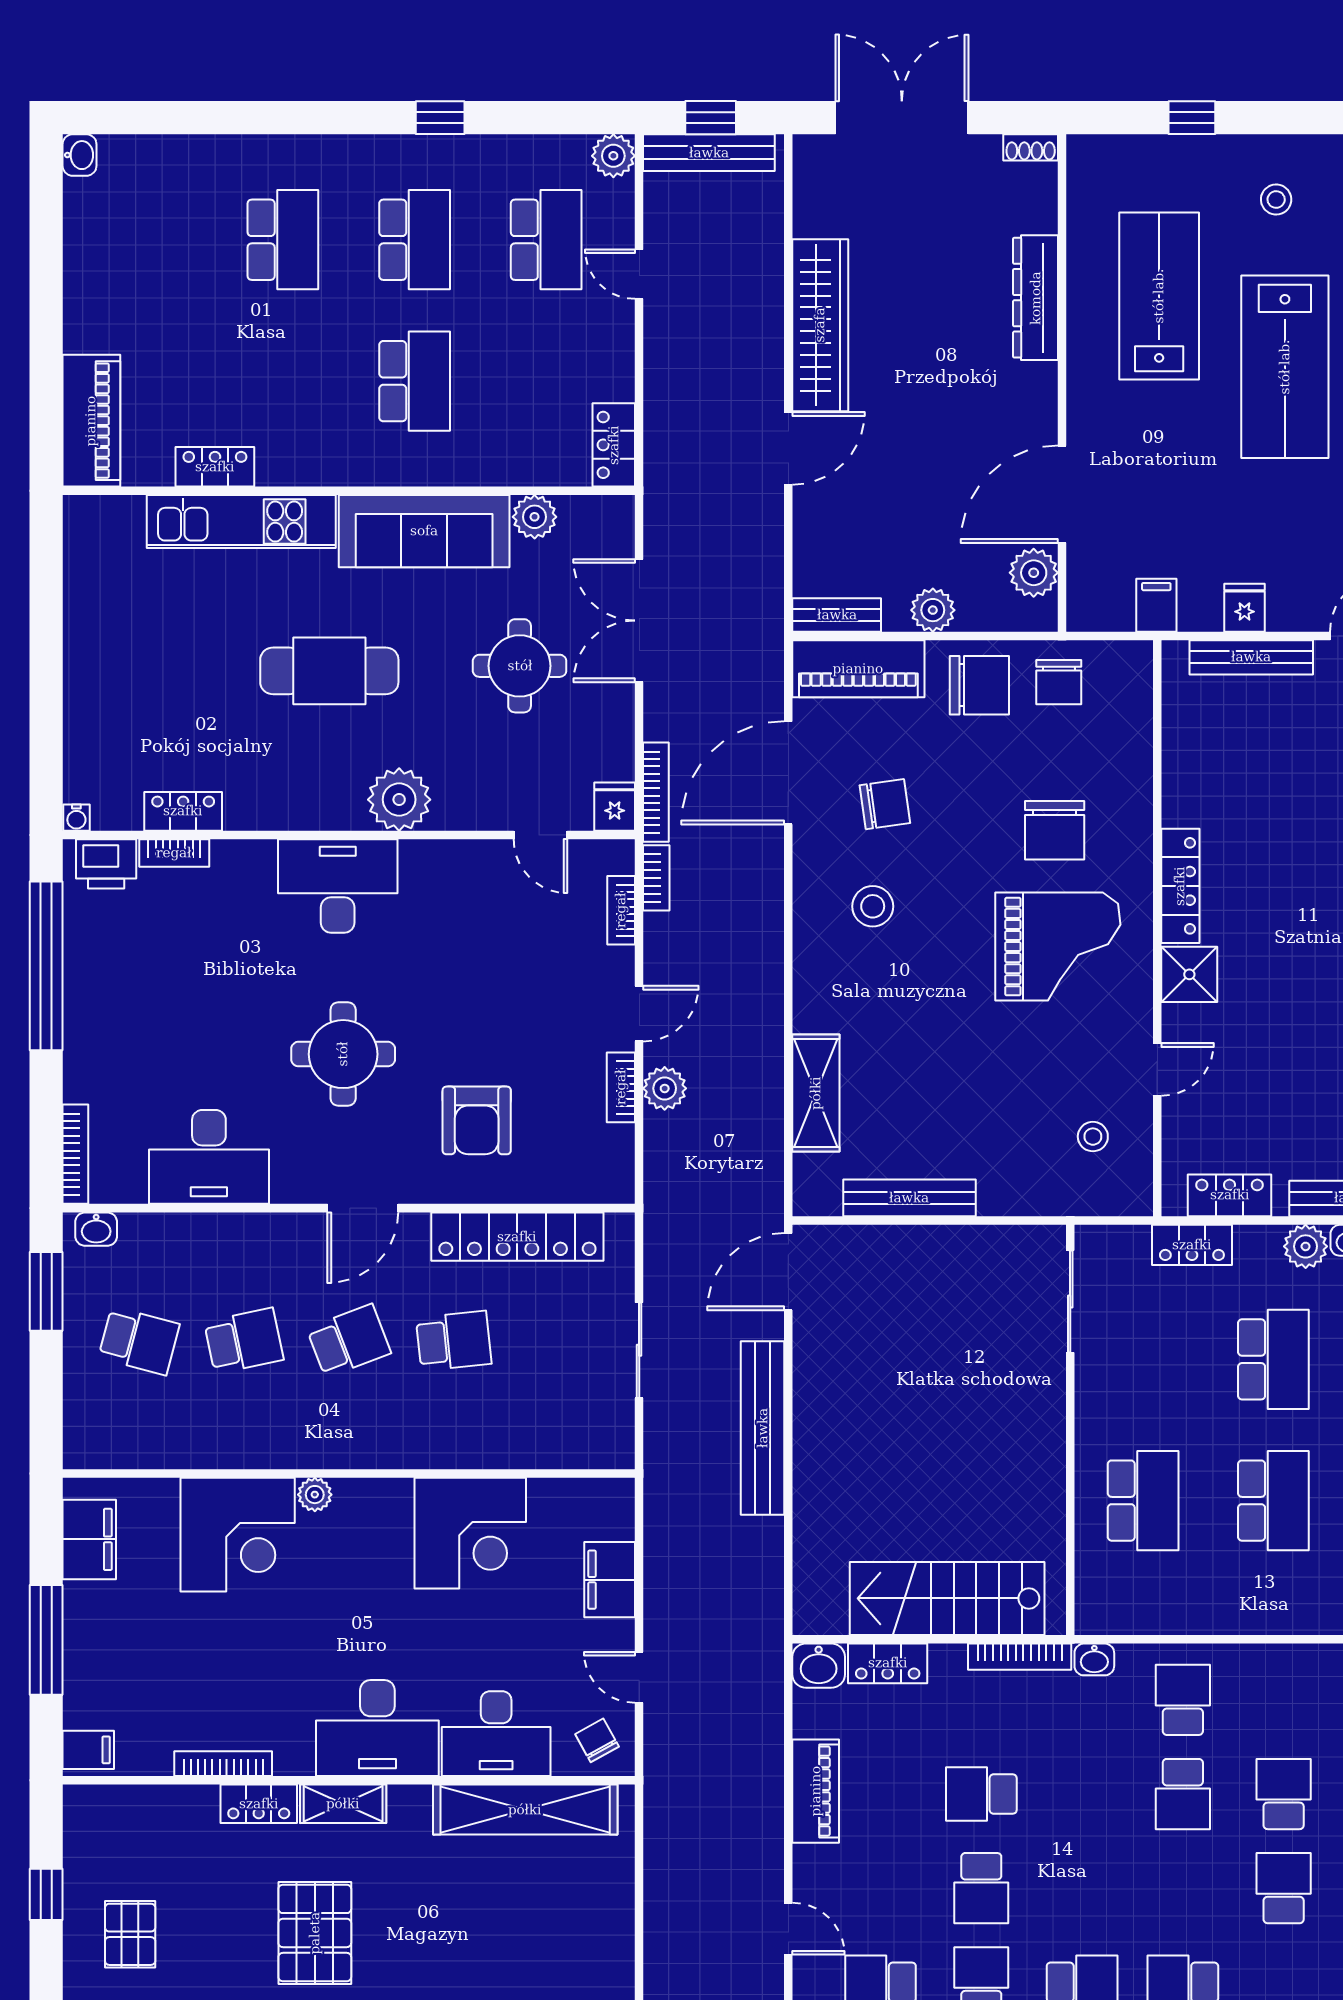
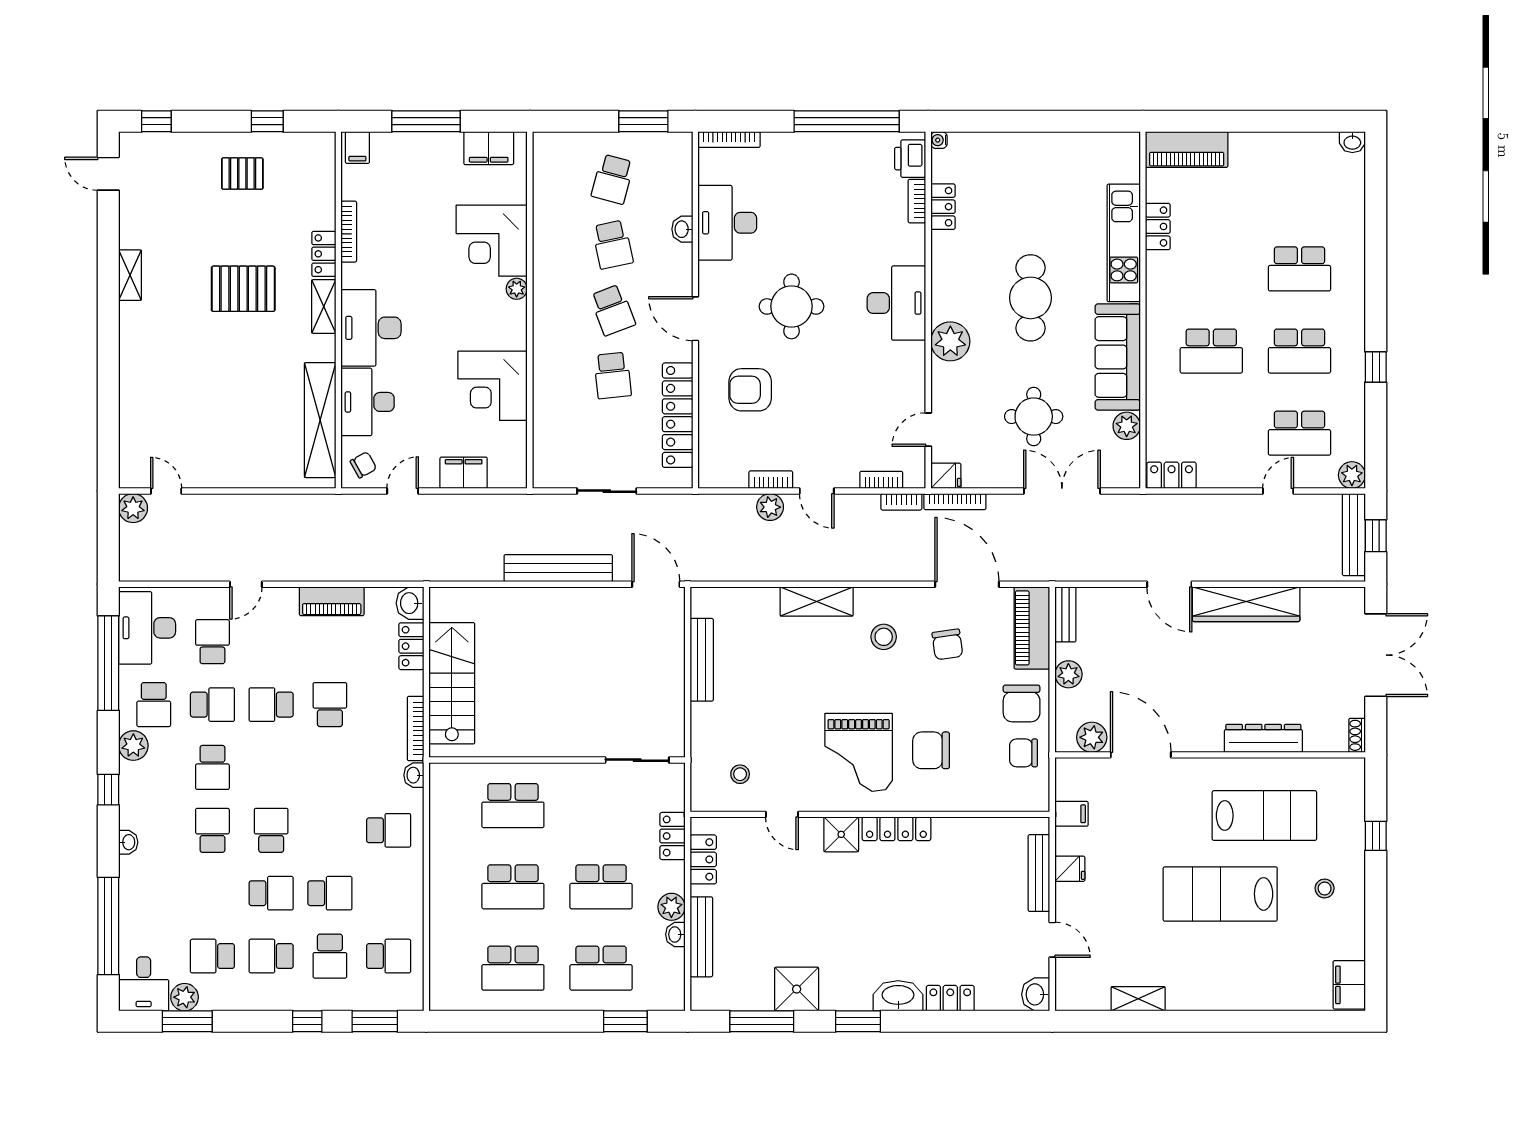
shelving: (816, 1093) -> (817, 601), moved
washbasin: (96, 1229) -> (682, 229), moved
school desk: (1183, 1794) -> (271, 830), moved, turned 90

